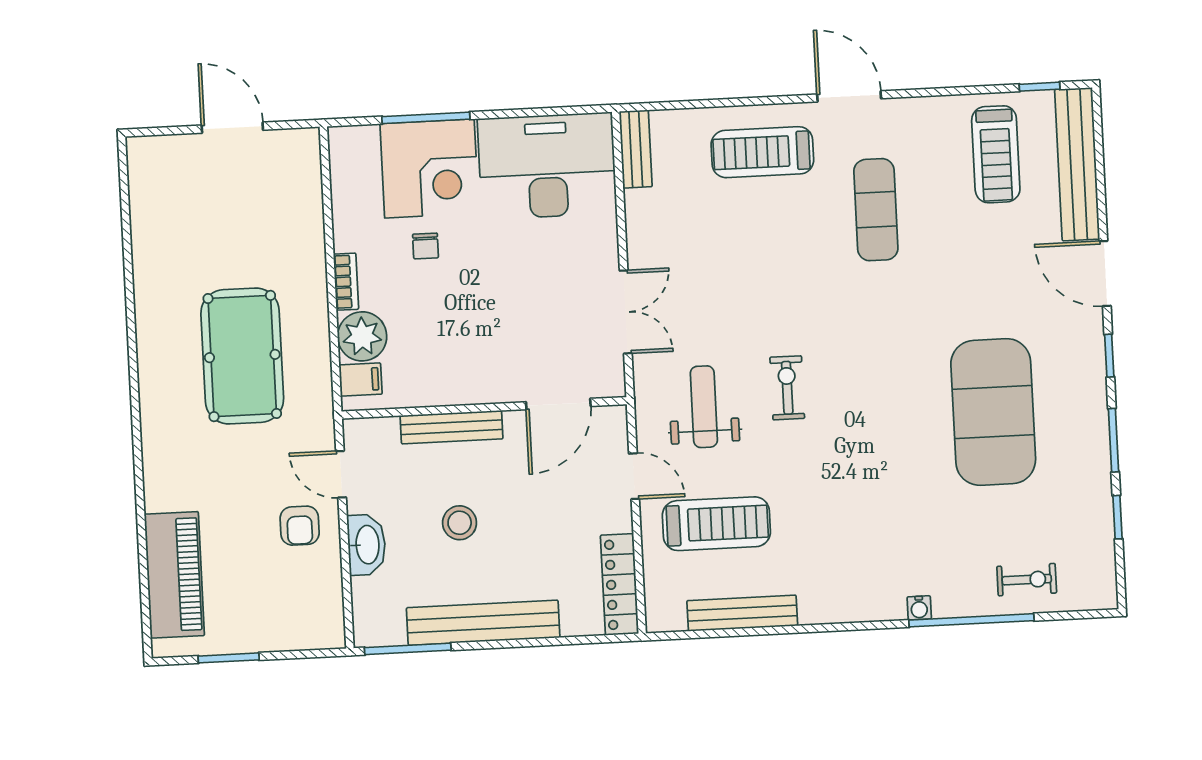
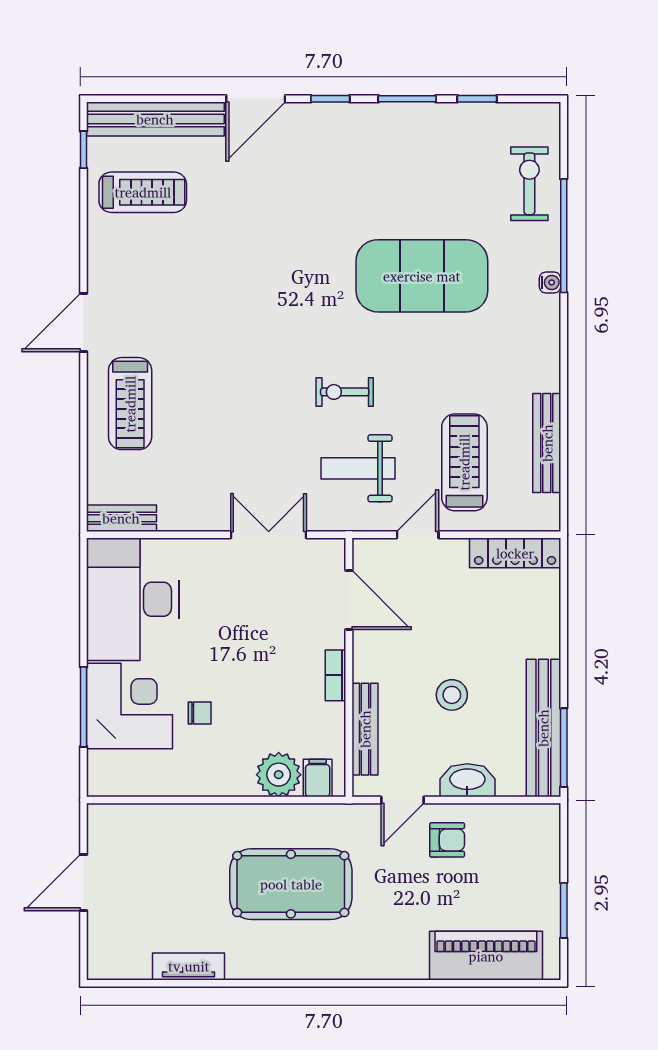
exercise mat: (876, 210) -> (187, 303), removed
tv unit: (146, 248) -> (189, 966), added
bookcase: (346, 282) -> (336, 675), moved, turned -90
exercise mat: (993, 412) -> (422, 276), moved
bench: (452, 427) -> (365, 729), moved
exercise bike: (1027, 580) -> (529, 184), width x1.38, depth x1.39
bench: (483, 623) -> (543, 728), moved

